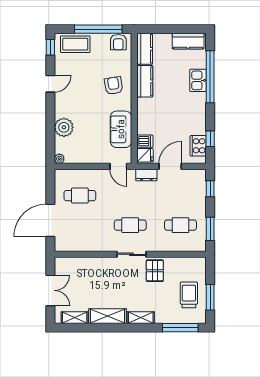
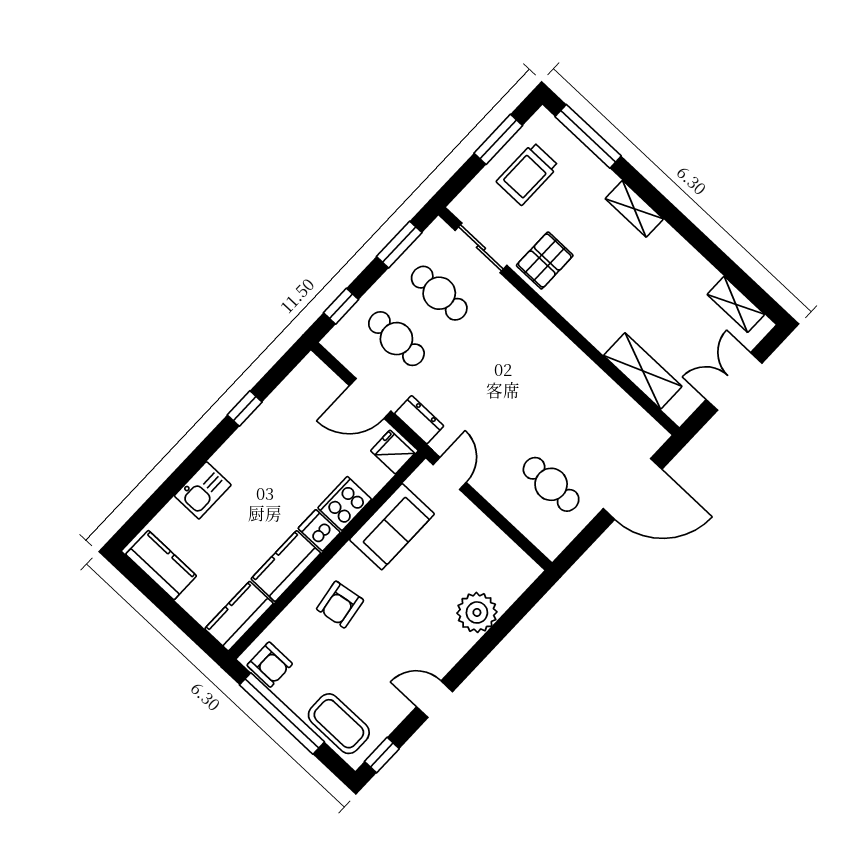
armchair: (118, 42) -> (270, 665), turned 90
window: (210, 77) -> (179, 478), removed
window: (210, 139) -> (245, 408), moved
dishwasher: (145, 141) -> (319, 530), moved
cooker: (198, 146) -> (345, 503), moved, turned 180
plant: (59, 159) -> (529, 571), removed
cafe table: (130, 225) -> (396, 339), moved
sliding door: (131, 254) -> (481, 248), moved
shelving: (108, 316) -> (643, 371), moved

